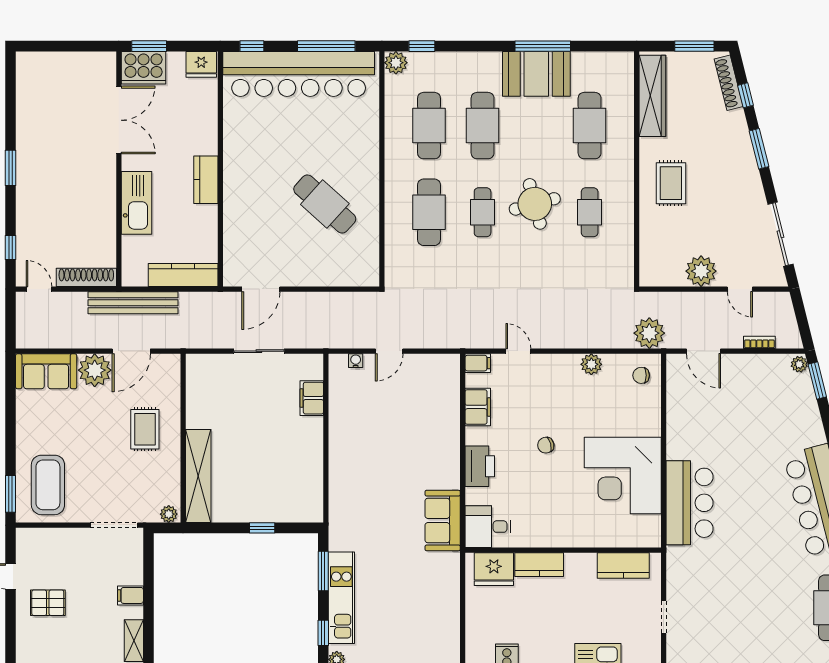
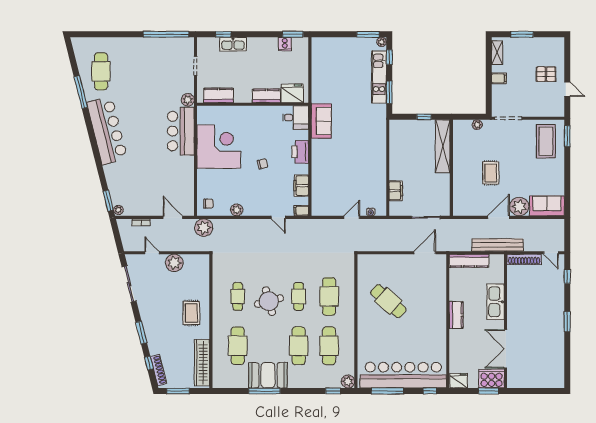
wall: (183, 438) -> (451, 168), moved
shelving: (198, 476) -> (443, 146), moved
plant: (677, 558) -> (188, 100), added

